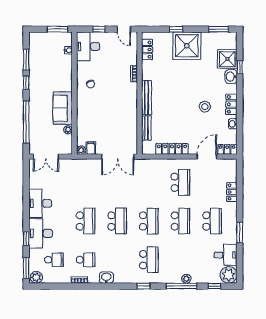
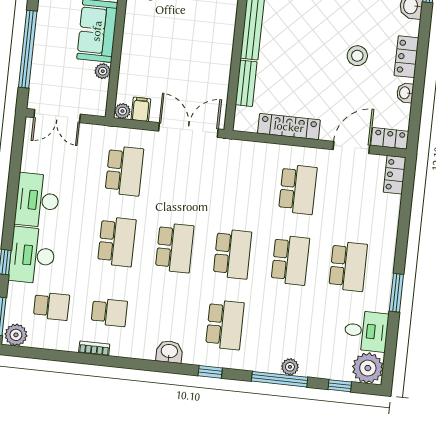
double door: (118, 157) -> (188, 130), swing flipped
school desk: (85, 182) -> (124, 171), added
locker: (232, 192) -> (395, 175), moved
washbasin: (106, 278) -> (169, 352), moved

